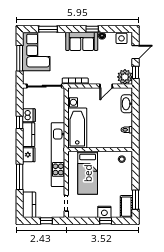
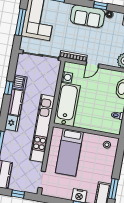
door: (106, 86) -> (92, 65), moved

